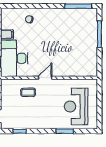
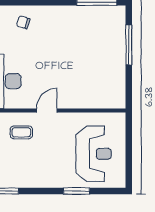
reception desk: (76, 106) -> (94, 154), turned 180

